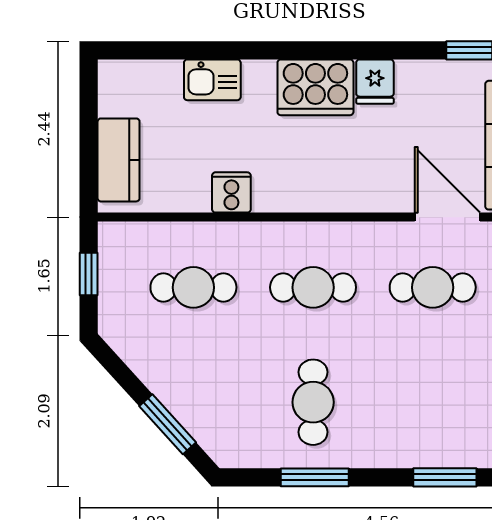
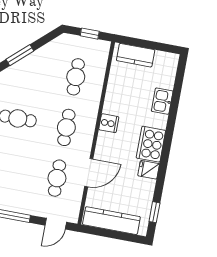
cooker: (231, 192) -> (109, 123), moved
door: (447, 217) -> (89, 173), moved

